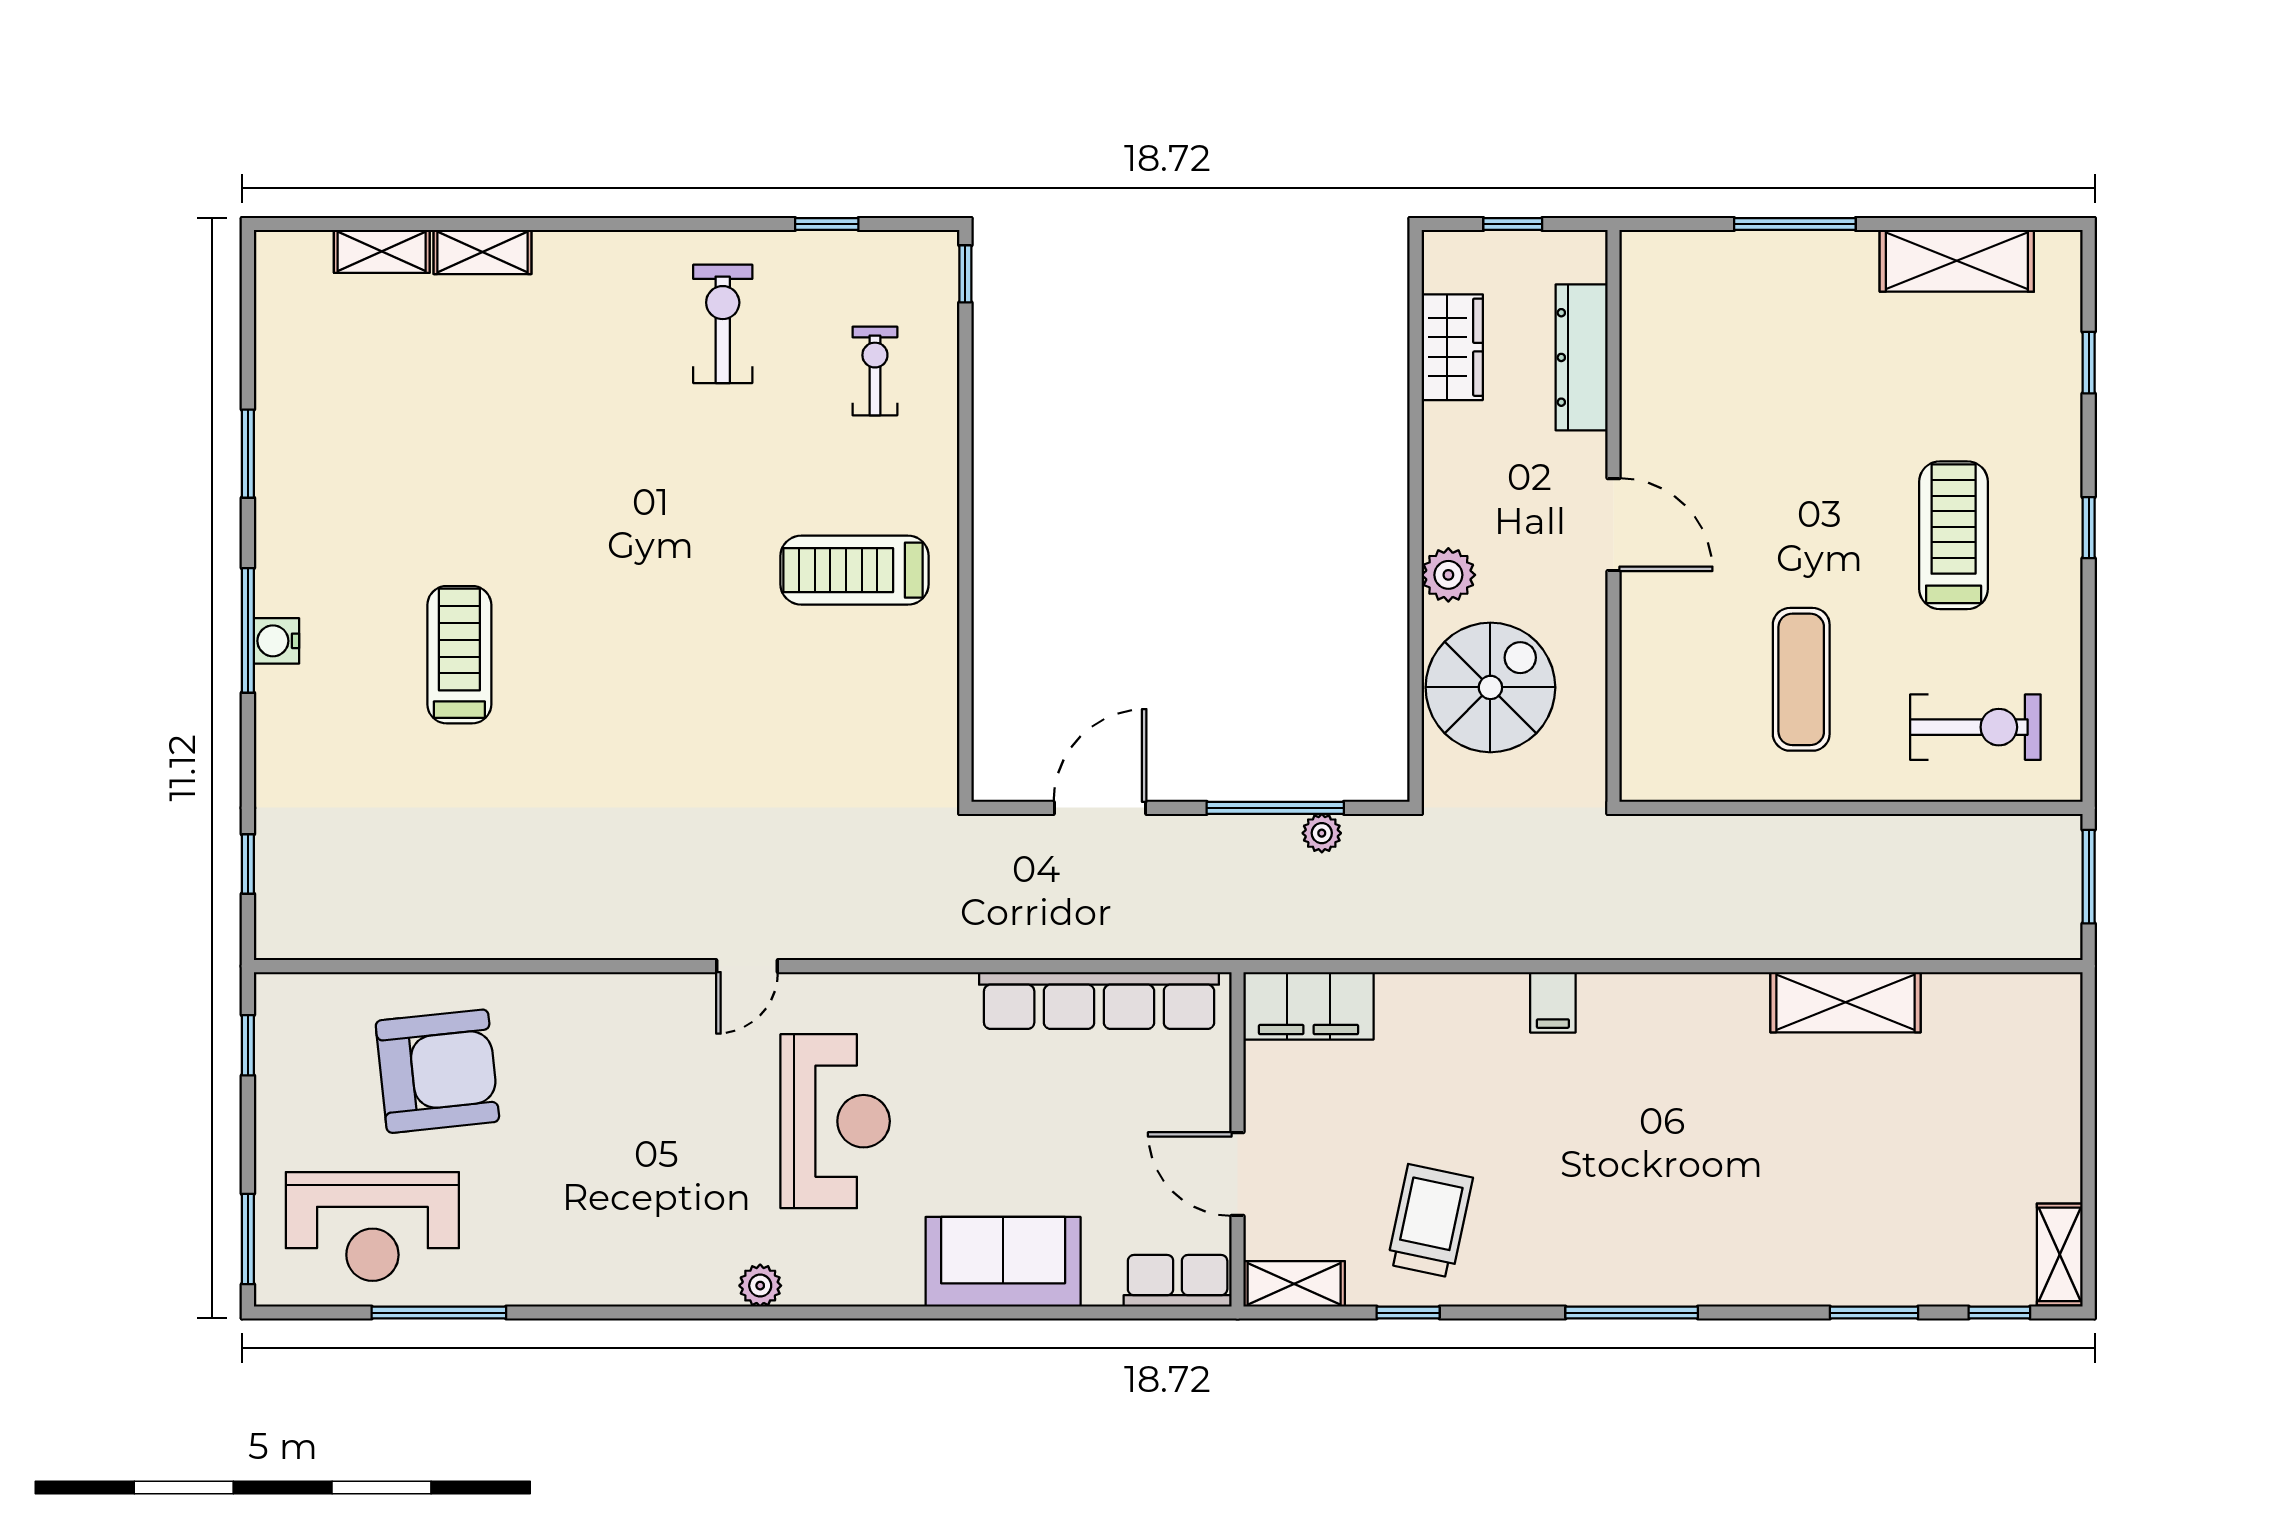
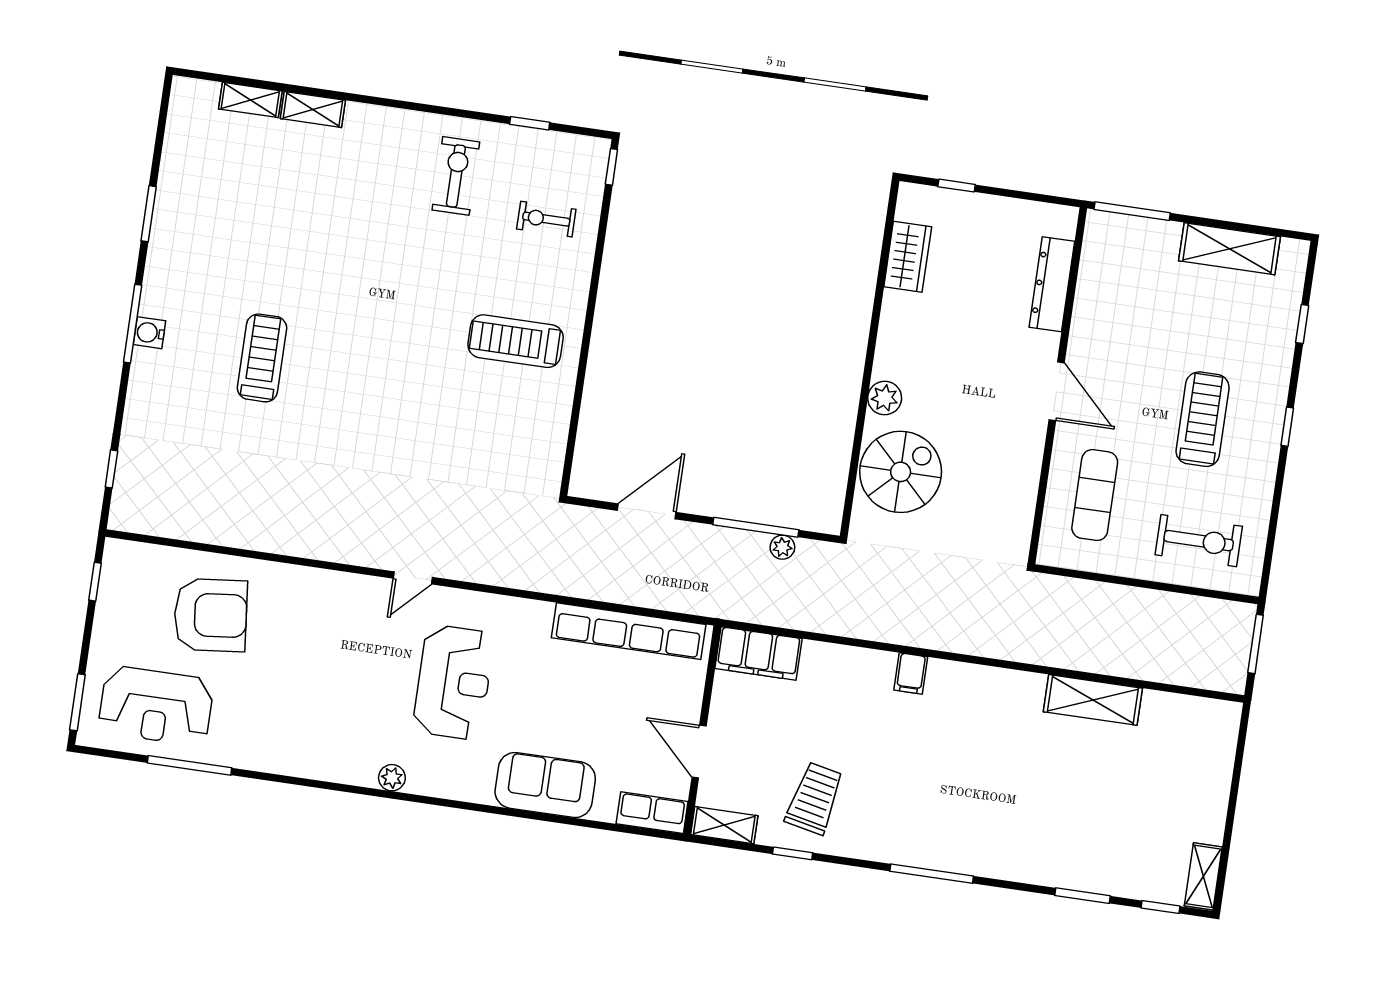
dresser: (1582, 357) -> (1052, 284), moved
exercise bike: (875, 371) -> (546, 219), turned -90
wall: (1614, 516) -> (1057, 386), moved
door: (1614, 525) -> (1057, 391), moved

